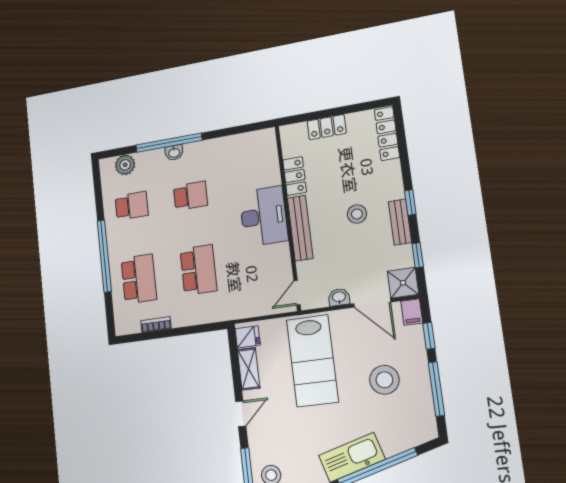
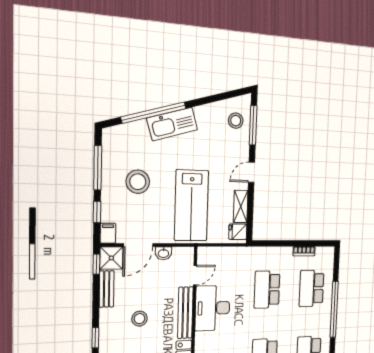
window: (410, 202) -> (95, 338), moved
desk: (263, 216) -> (213, 308), moved
bench: (400, 222) -> (107, 289), moved
window: (418, 255) -> (96, 264), moved
door: (297, 293) -> (195, 275), moved
door: (372, 303) -> (138, 245), swing flipped
lab bench: (312, 361) -> (191, 205), turned 180

